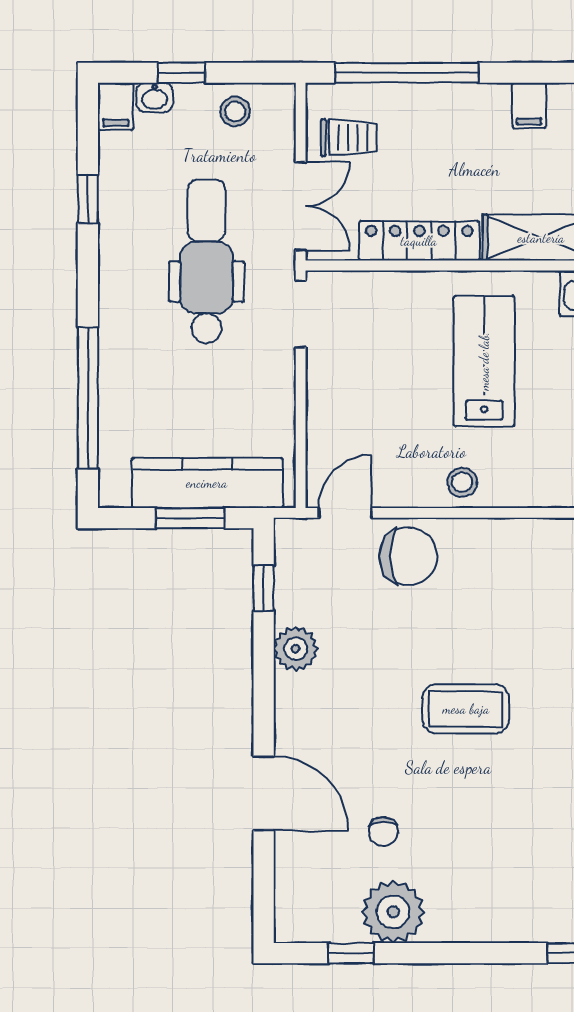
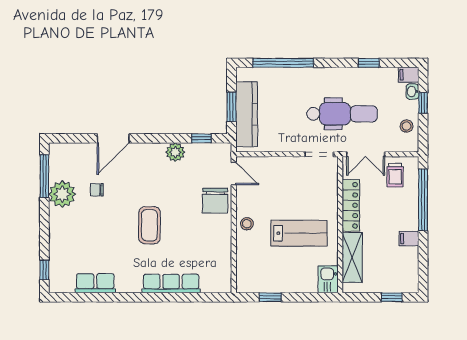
filing cabinet: (529, 105) -> (409, 239), moved
window: (351, 953) -> (44, 176), width x2.17

